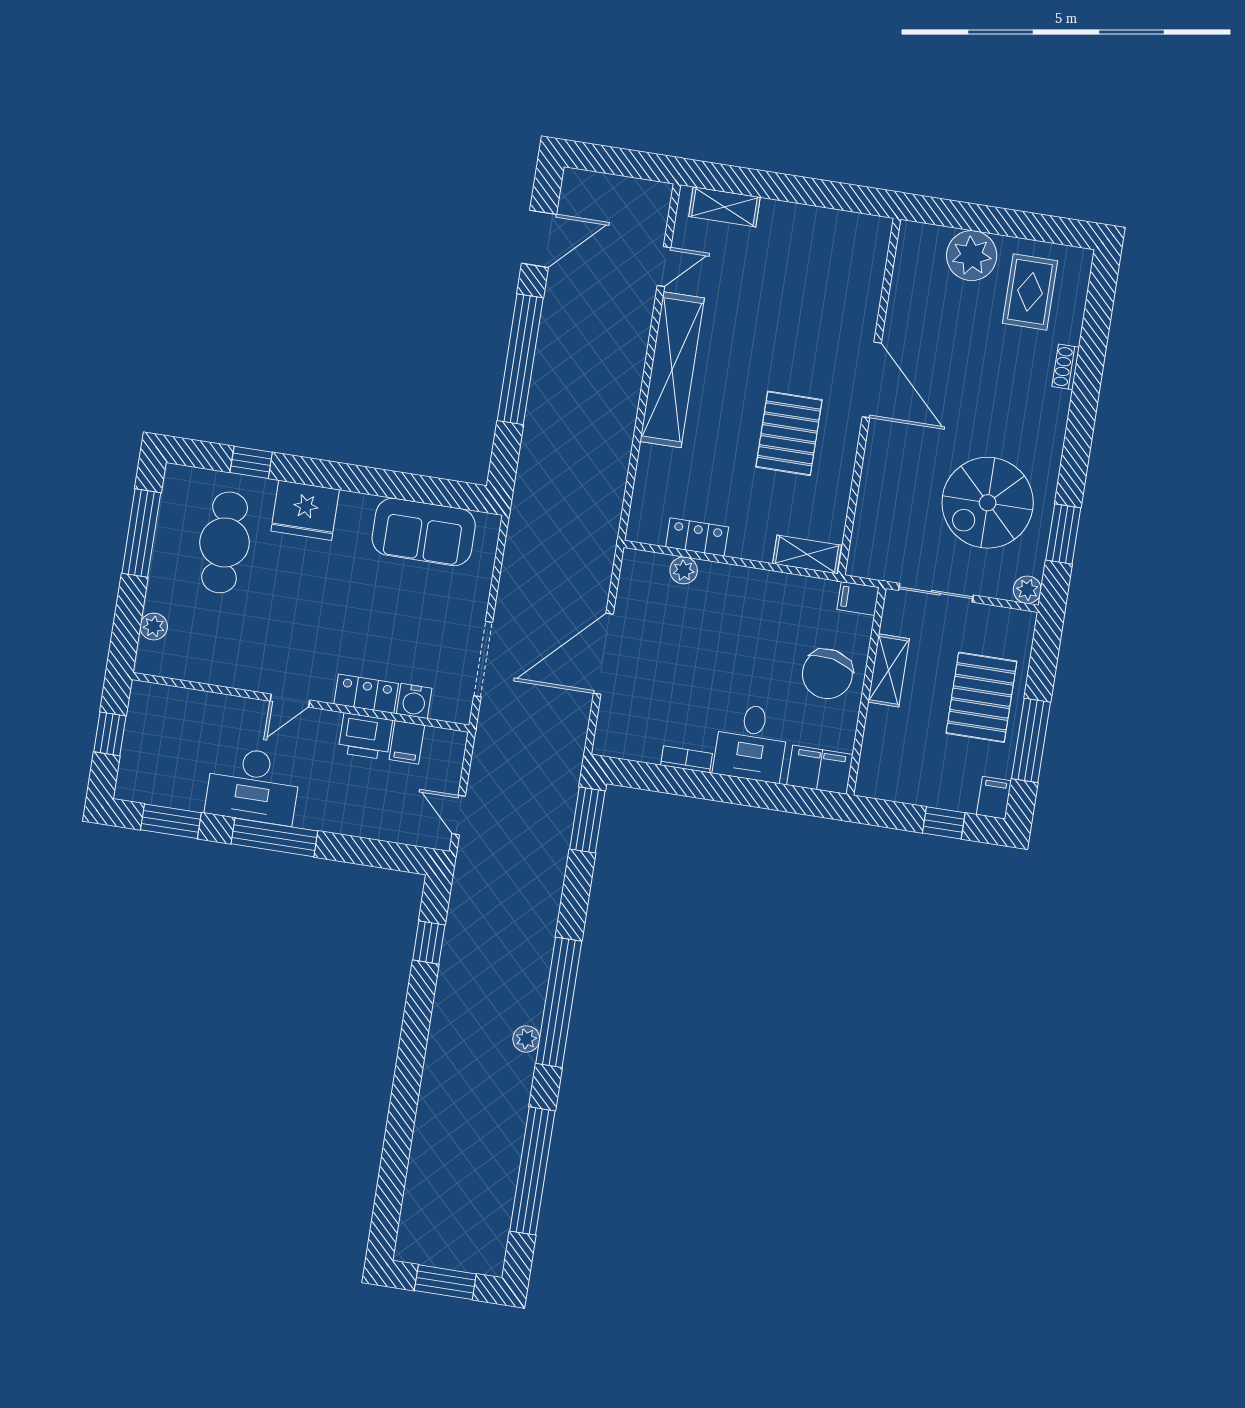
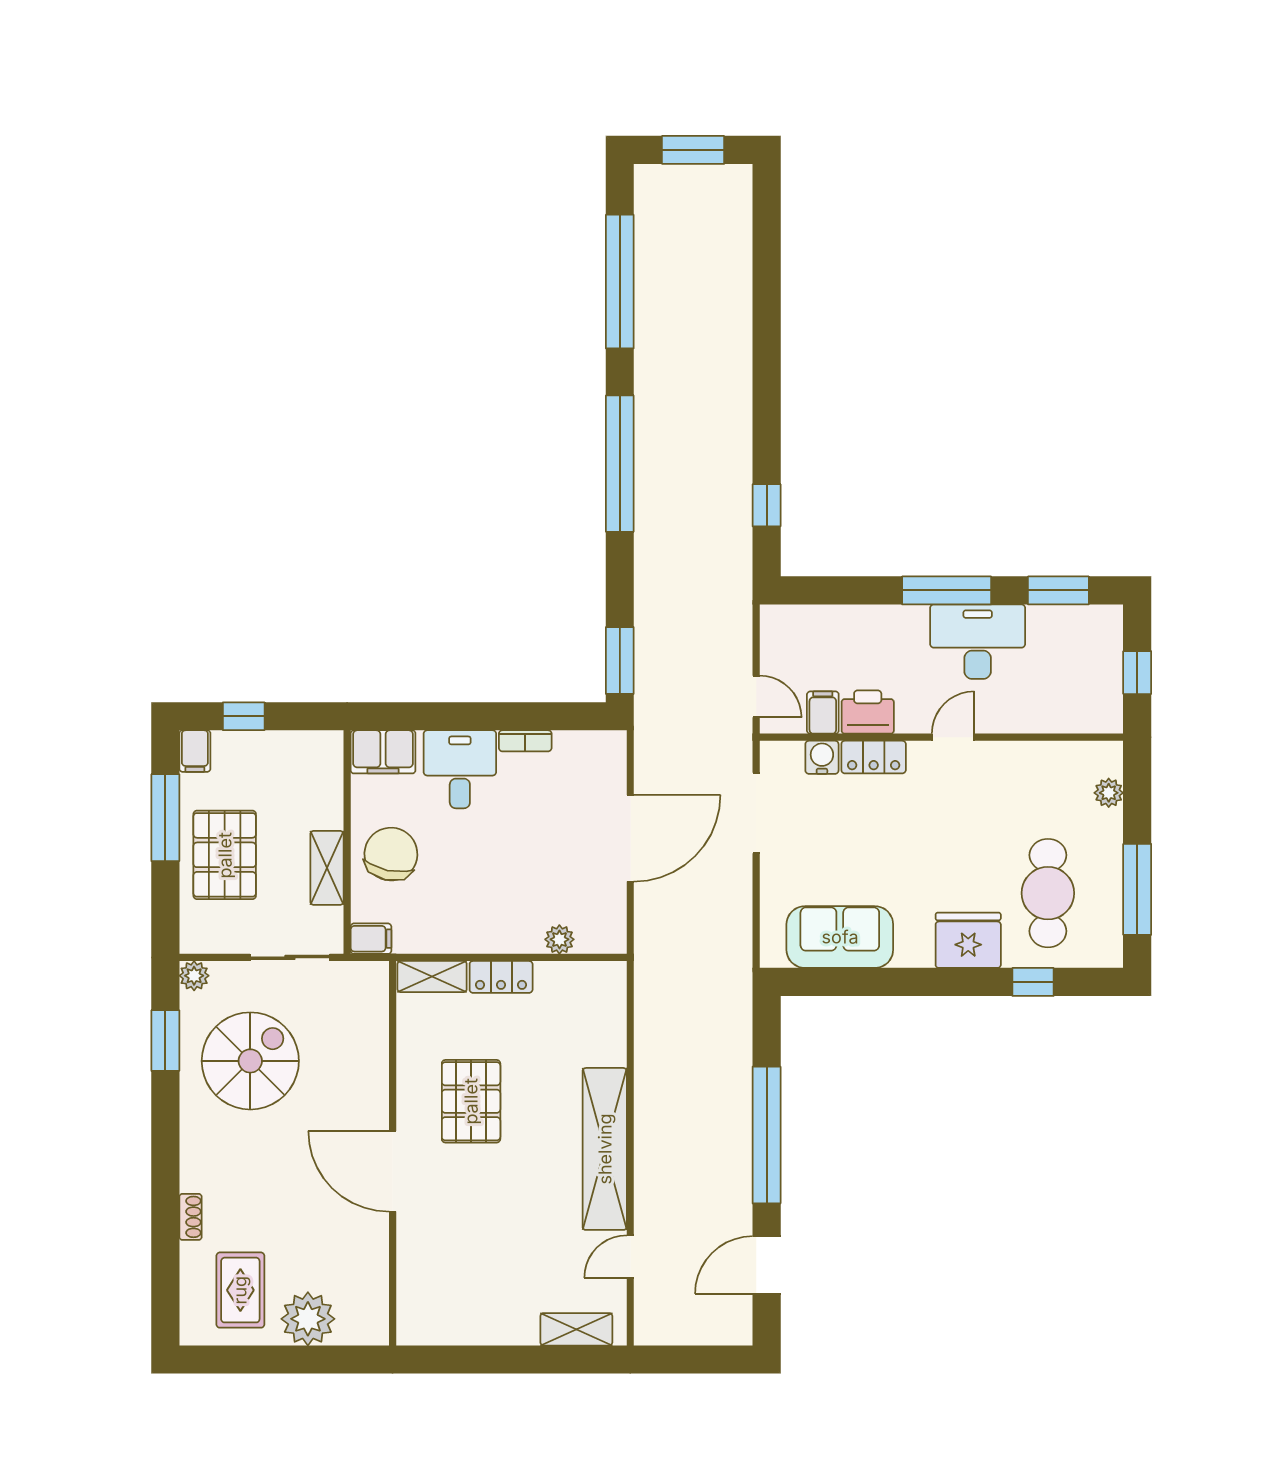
locker: (697, 537) -> (501, 977), moved
door: (459, 815) -> (756, 696), moved
plant: (526, 1039) -> (648, 420), removed

